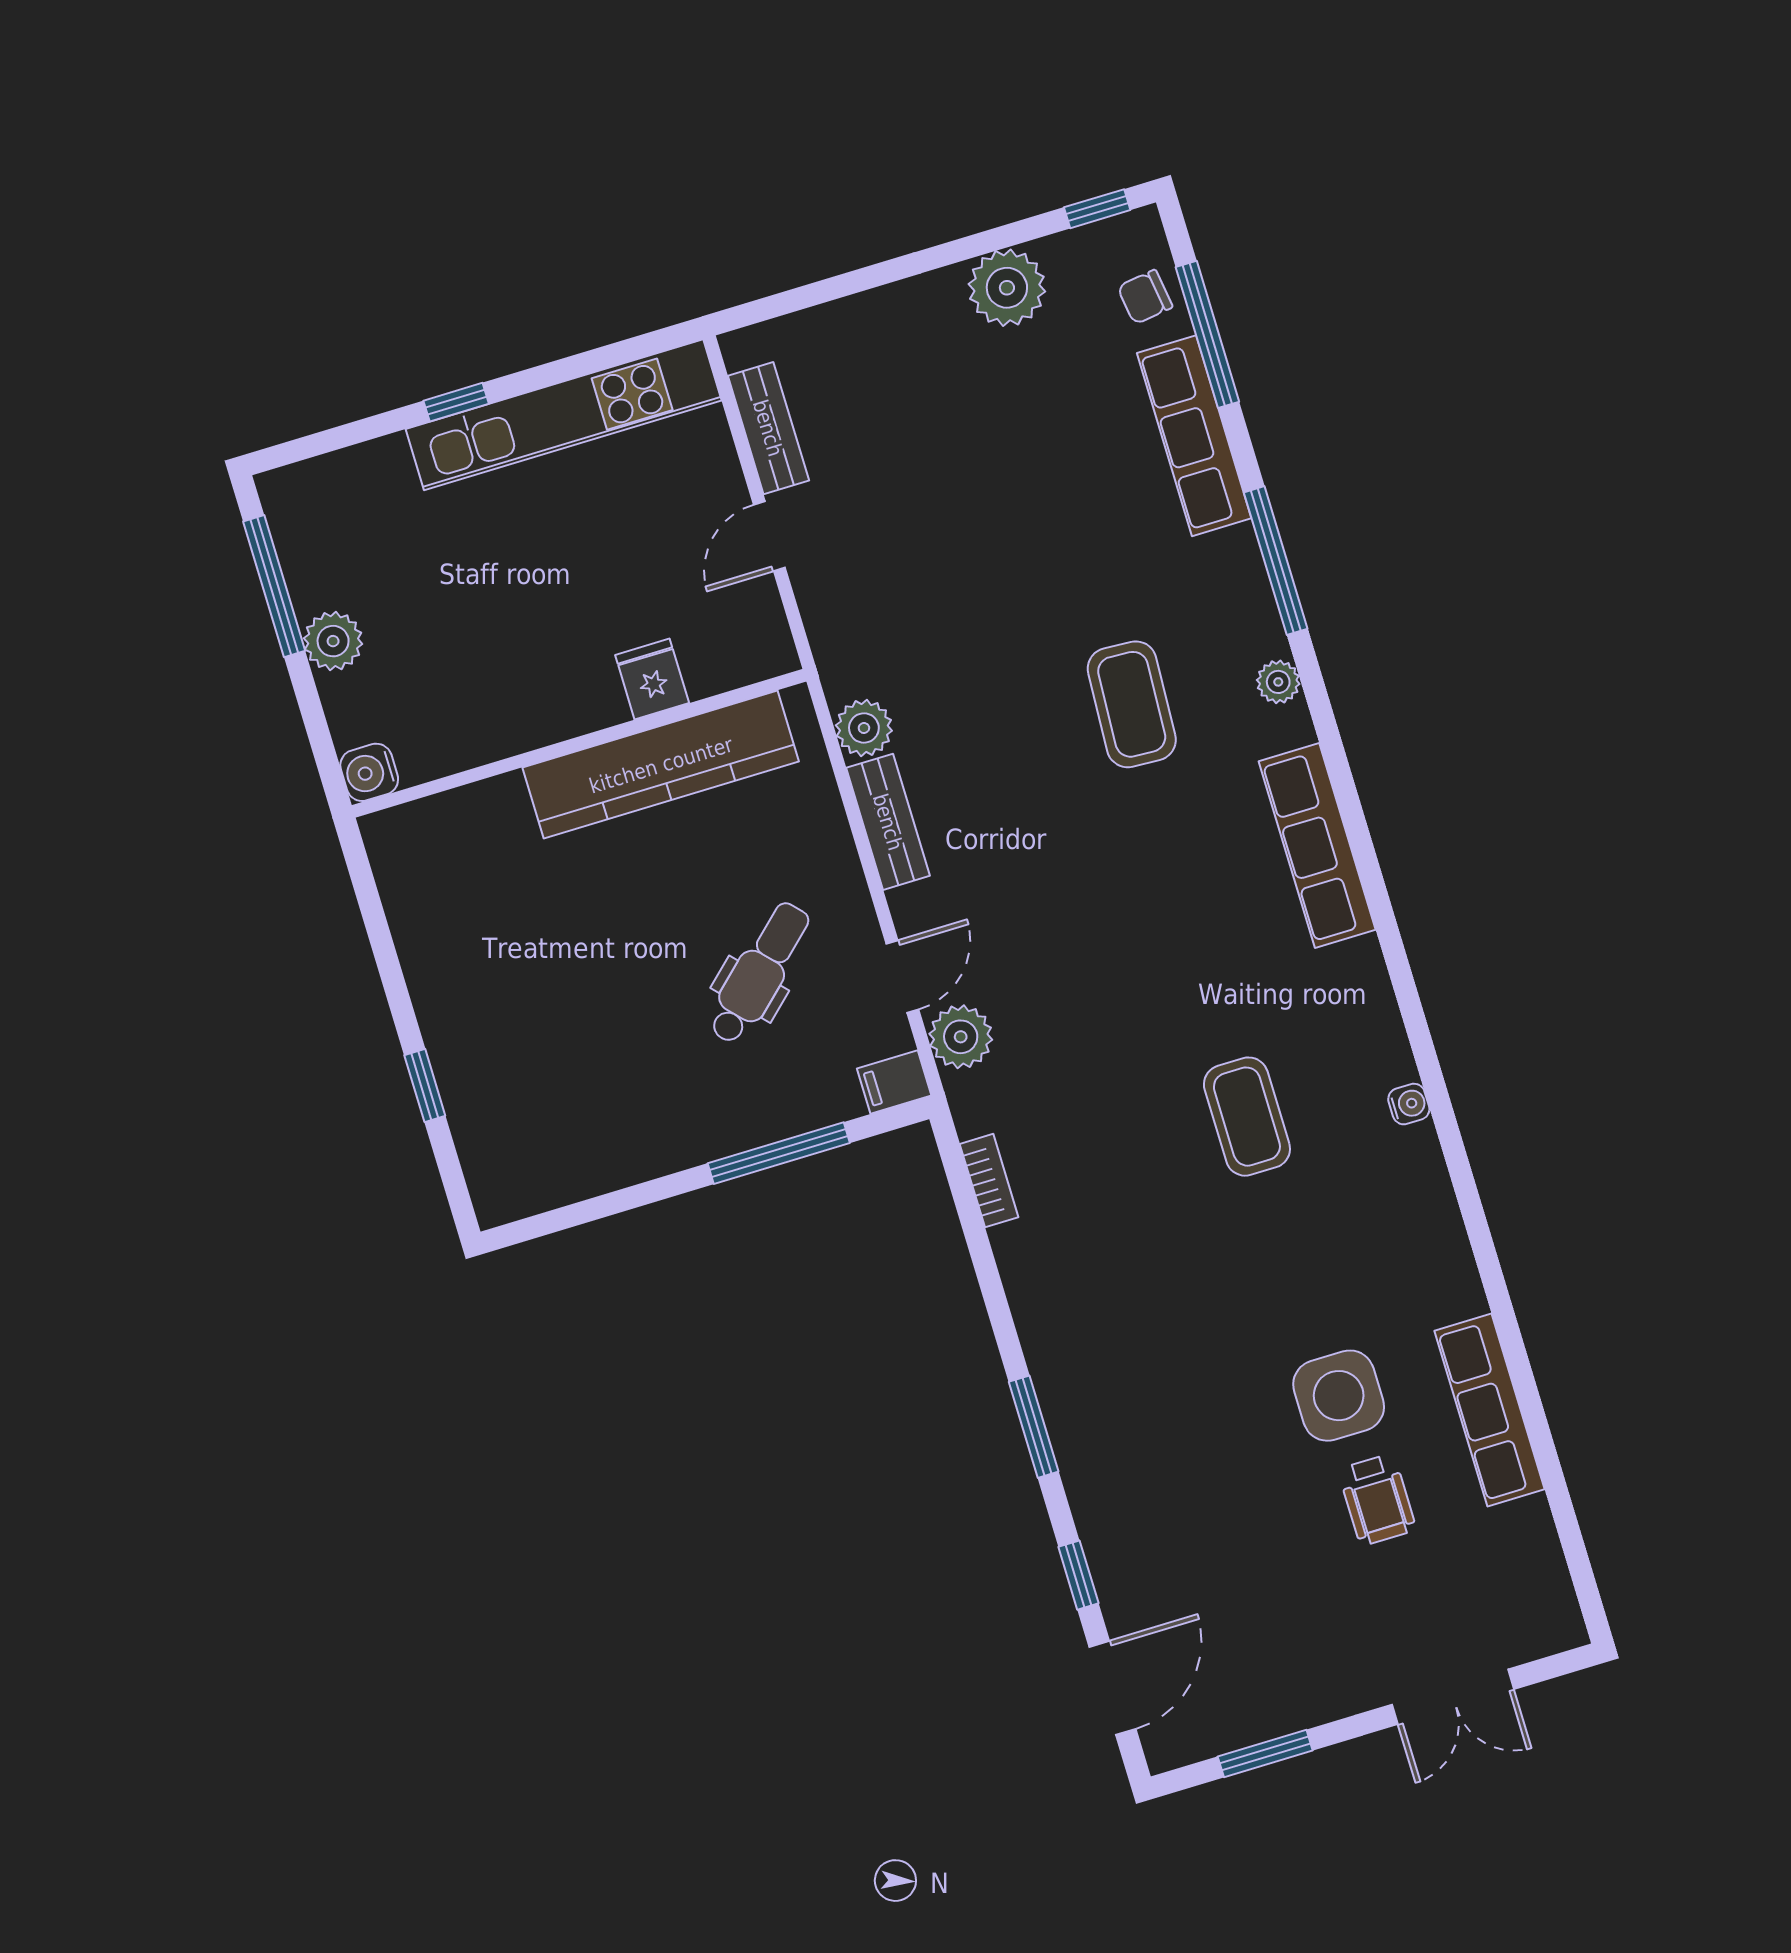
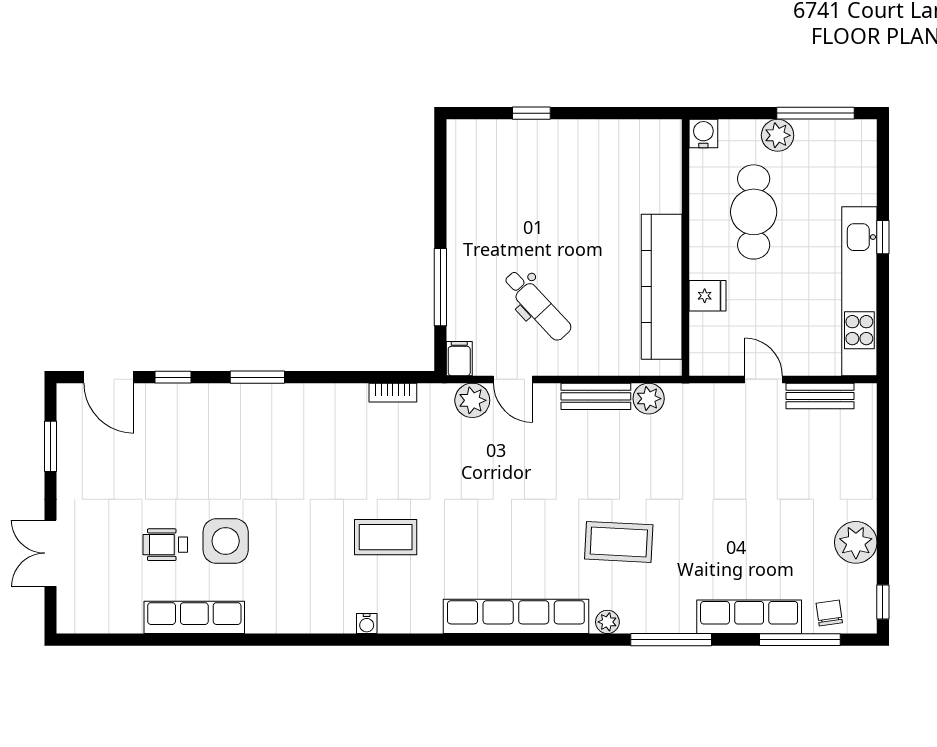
cafe table: (480, 643) -> (754, 212), added
row of seats: (1317, 846) -> (516, 616), width x1.36

